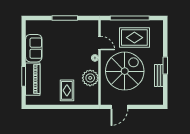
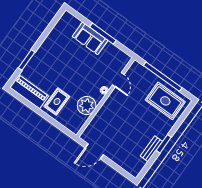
rug: (134, 38) -> (165, 101), moved
sofa: (34, 48) -> (90, 38), moved, turned 90
spiral stairs: (125, 71) -> (123, 122), removed
piano: (33, 79) -> (29, 92), moved, turned -90

